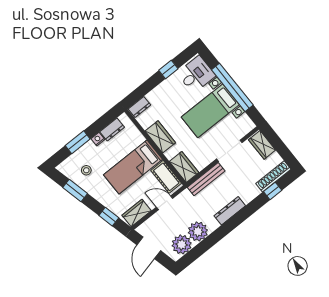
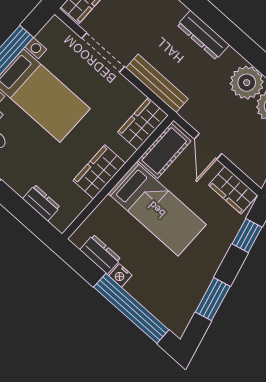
dresser: (139, 107) -> (41, 203), moved
window: (78, 142) -> (131, 308), width x2.11
stool: (86, 170) -> (176, 286), removed

